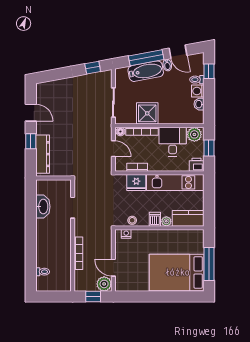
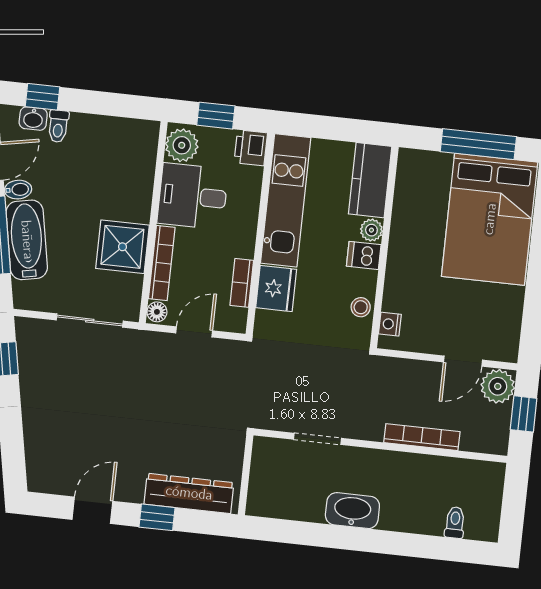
washing machine: (198, 91) -> (84, 127), removed
washbasin: (199, 104) -> (33, 119), moved
washbasin: (43, 207) -> (352, 511), moved

